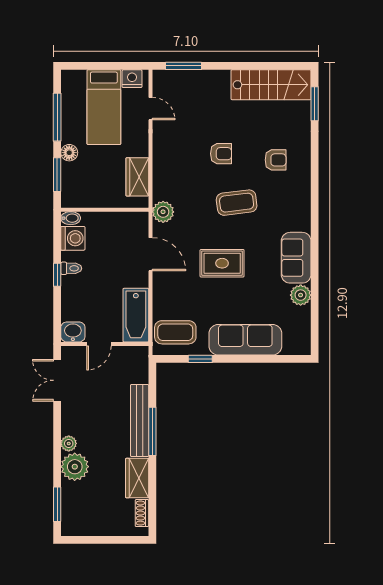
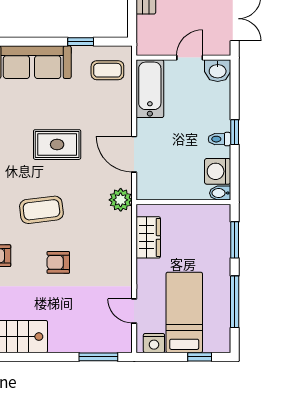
window: (90, 66) -> (200, 357), added
floor lamp: (69, 153) -> (222, 263), removed
coffee table: (175, 332) -> (107, 70), width x0.73, depth x0.77

